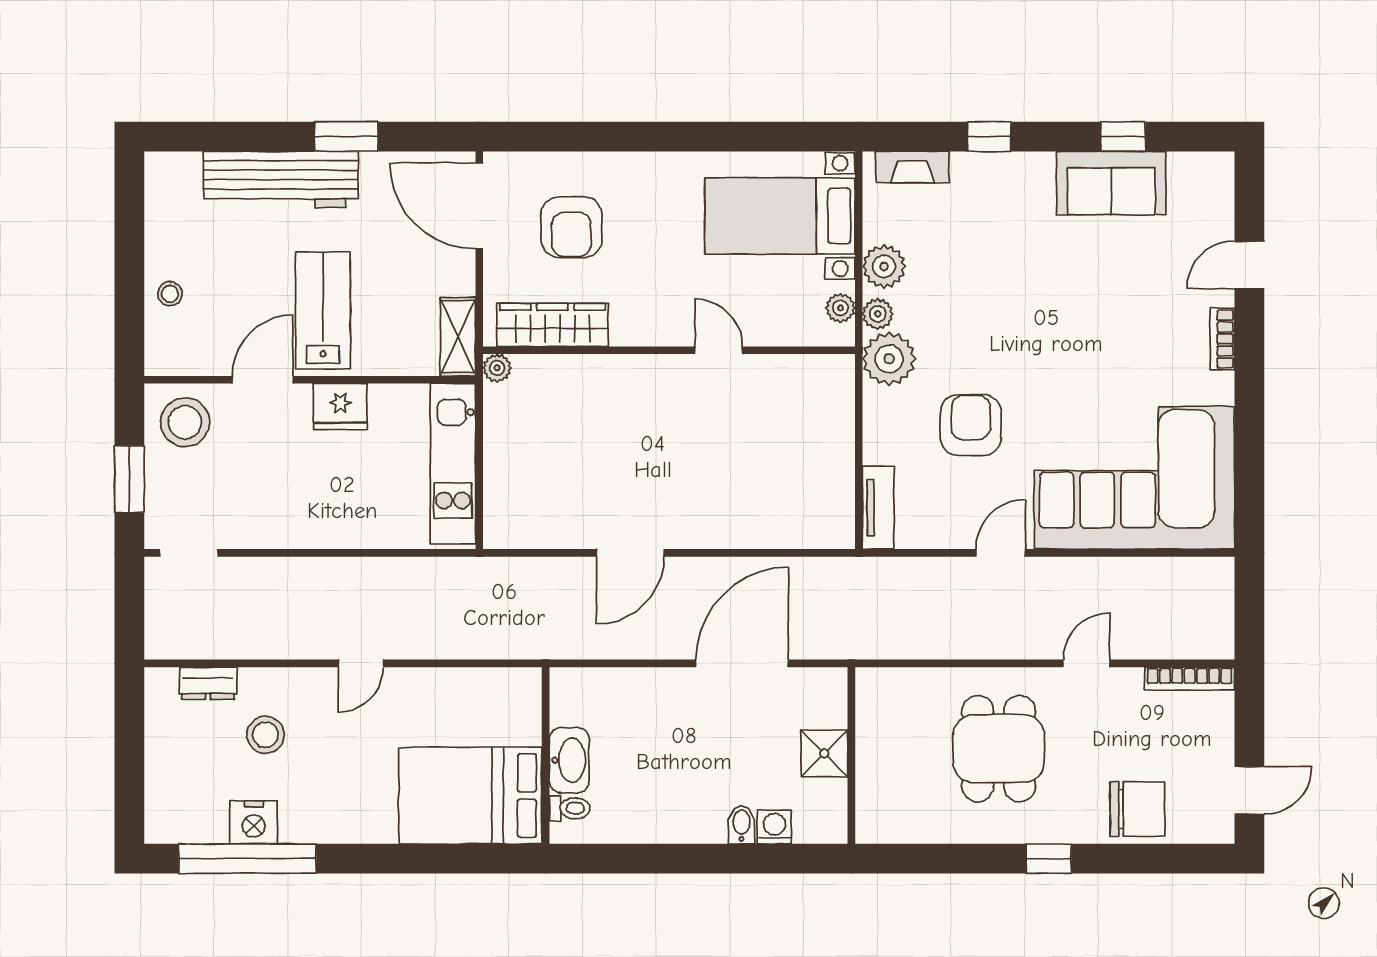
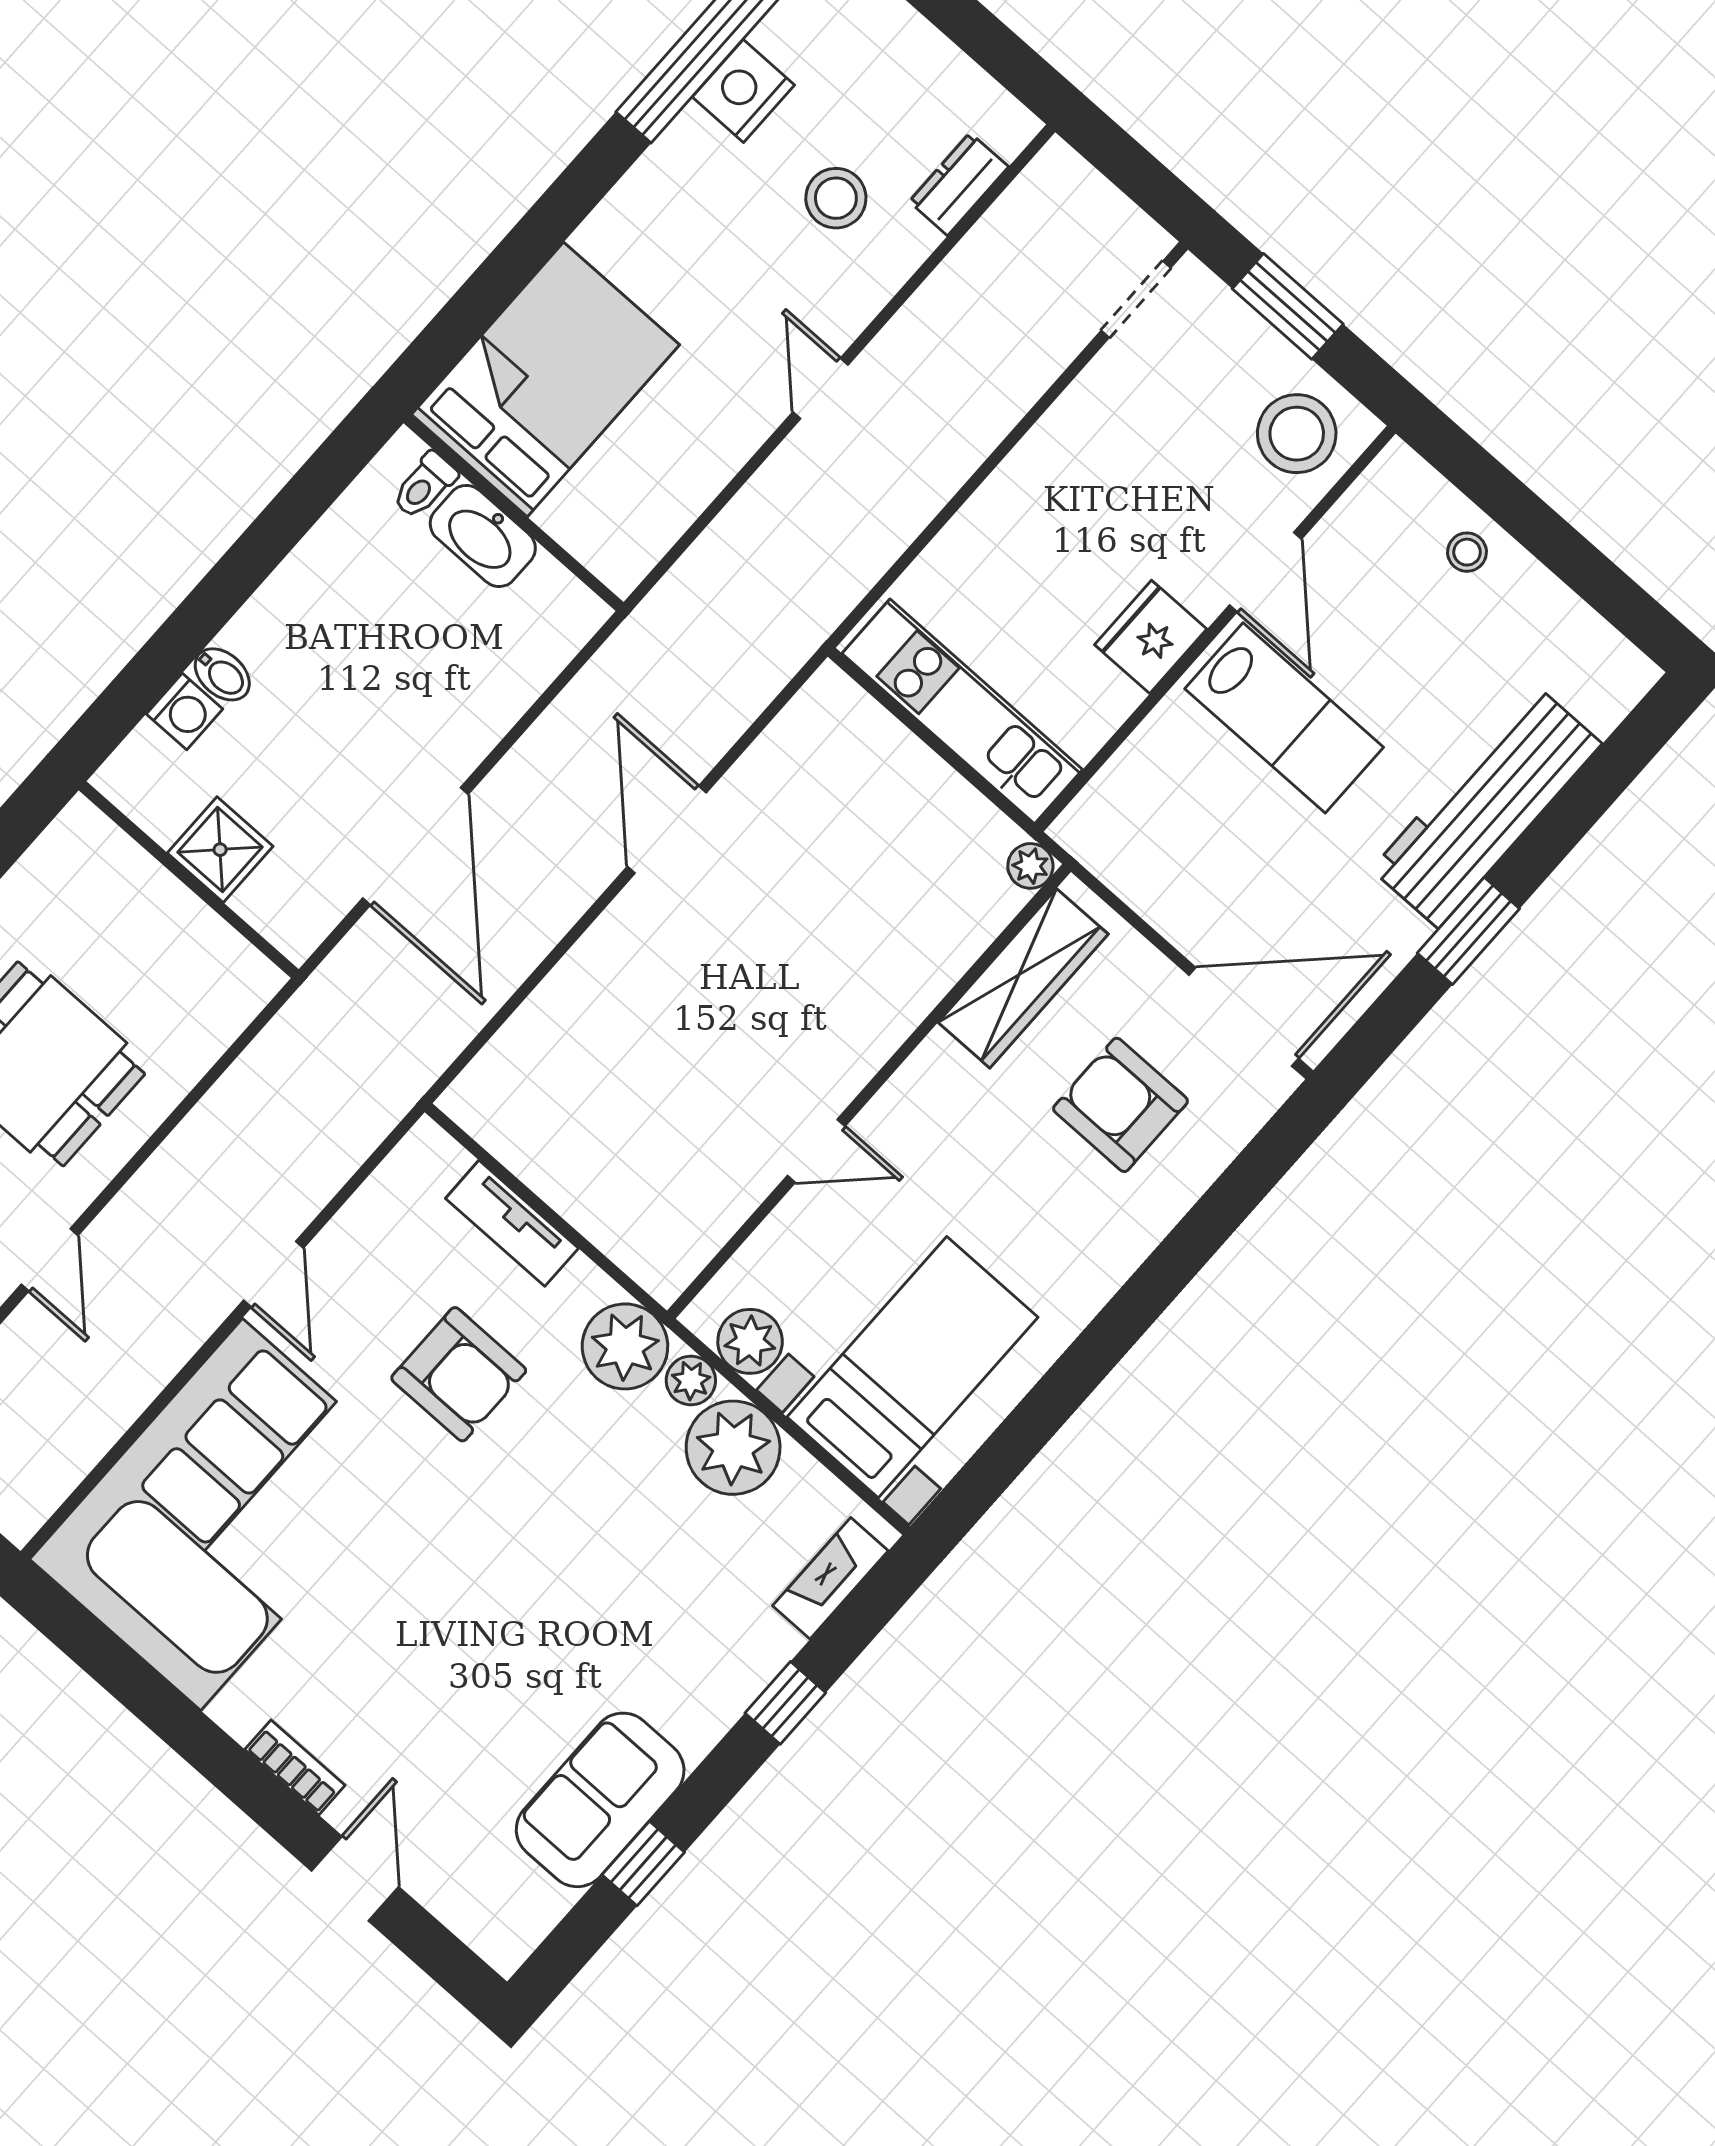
plant: (884, 266) -> (733, 1448), width x1.36, depth x1.36
plant: (840, 308) -> (750, 1341), width x1.38, depth x1.38
shelving: (458, 337) -> (1109, 852), removed
tv unit: (878, 508) -> (512, 1223), moved

